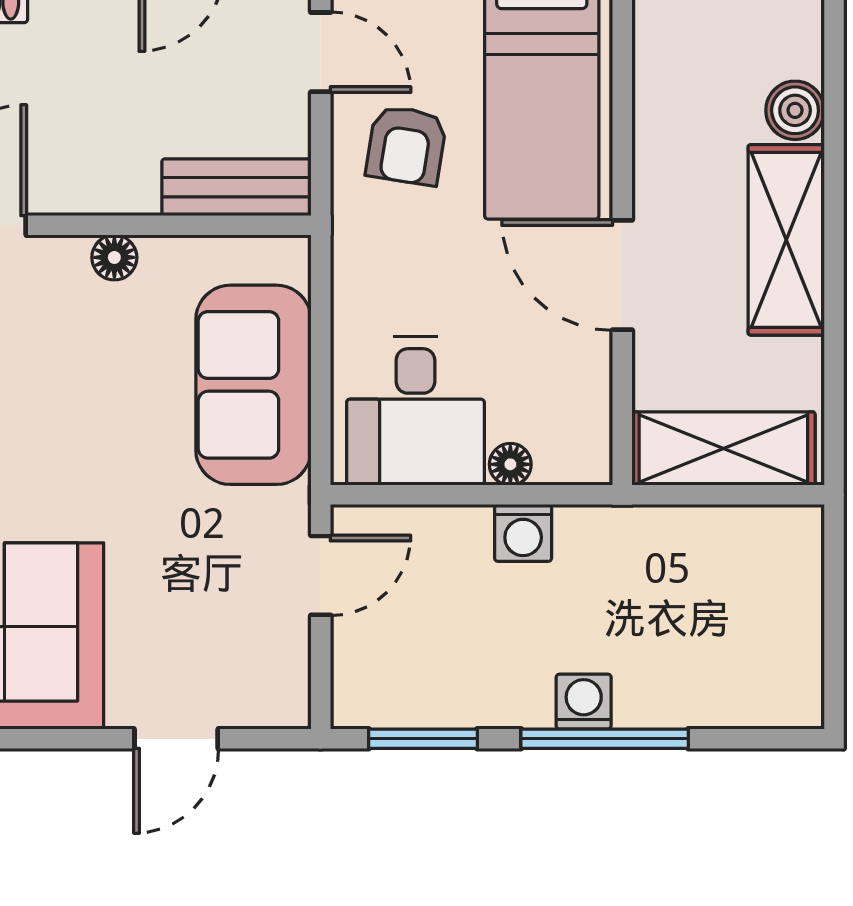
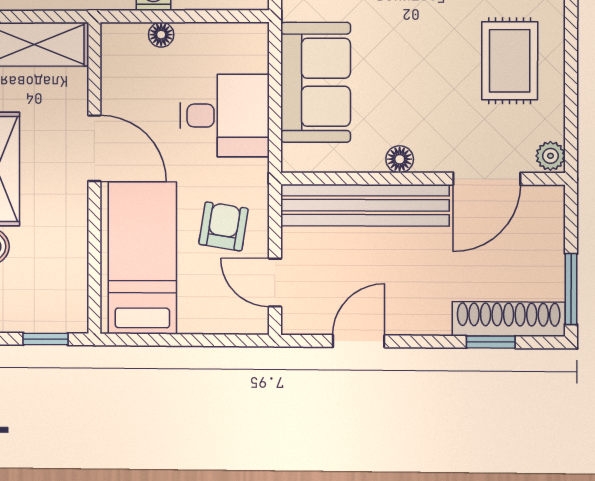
bench: (236, 187) -> (365, 205), width x1.86, depth x1.21
desk: (415, 411) -> (225, 116), moved, turned 90

